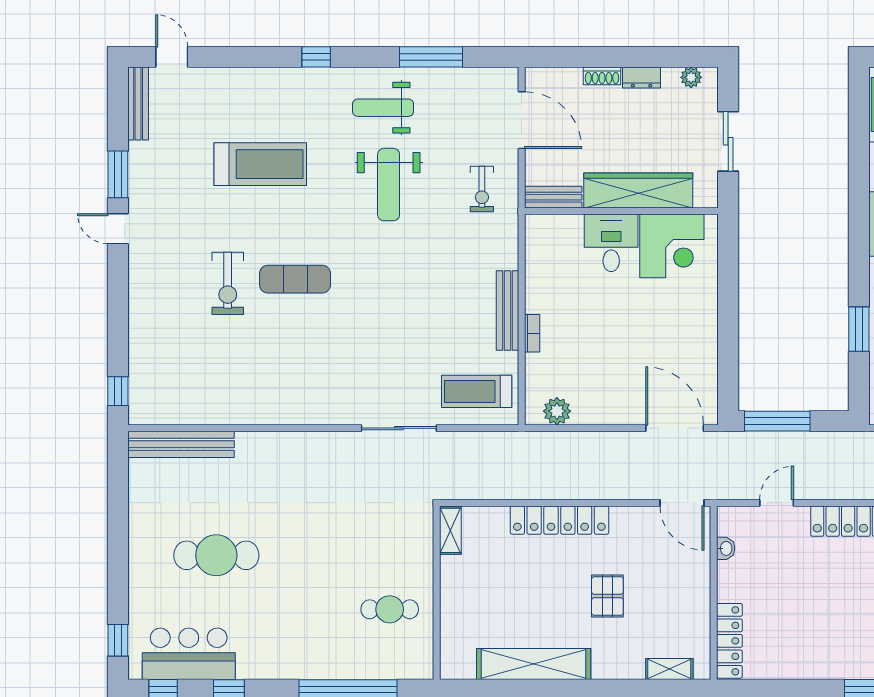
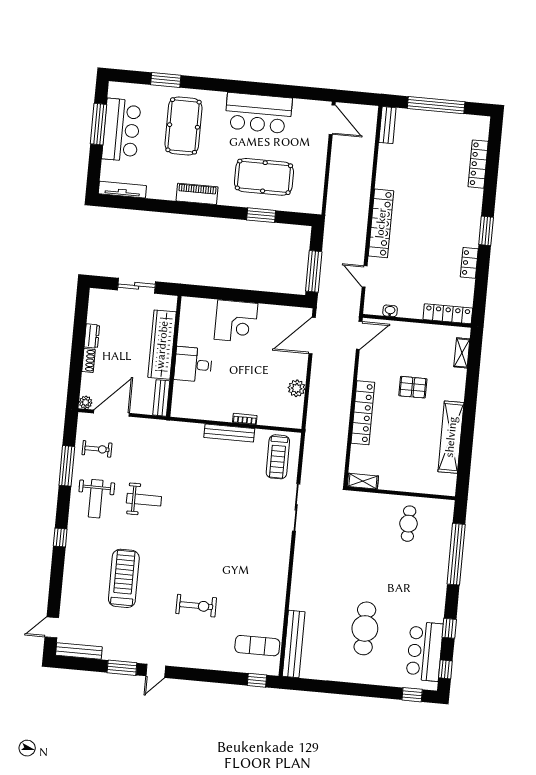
plant: (691, 77) -> (86, 402), moved
weight bench: (389, 185) -> (144, 500), width x0.73, depth x0.75
exercise bike: (482, 189) -> (97, 449), moved
corner desk: (672, 246) -> (236, 321), moved, turned 90
exercise mat: (295, 279) -> (257, 646), moved, turned 90
plant: (557, 411) -> (297, 388), moved
locker: (814, 667) -> (469, 263), added

